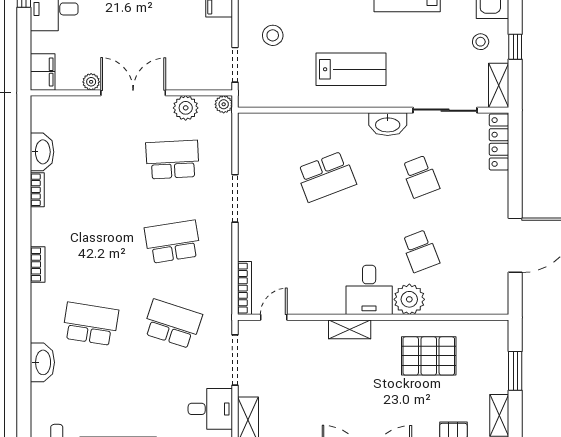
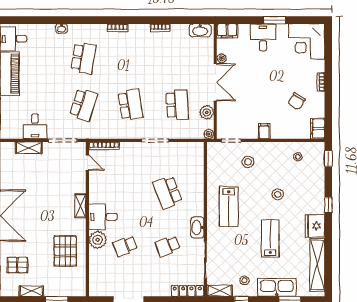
washbasin: (42, 152) -> (200, 30), moved
washbasin: (42, 362) -> (62, 28), width x0.52, depth x0.69

